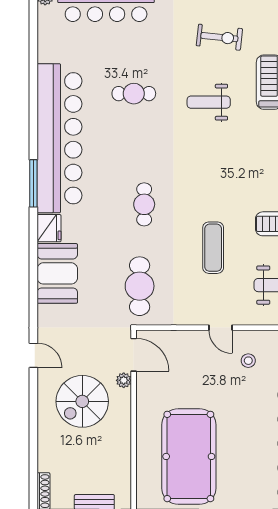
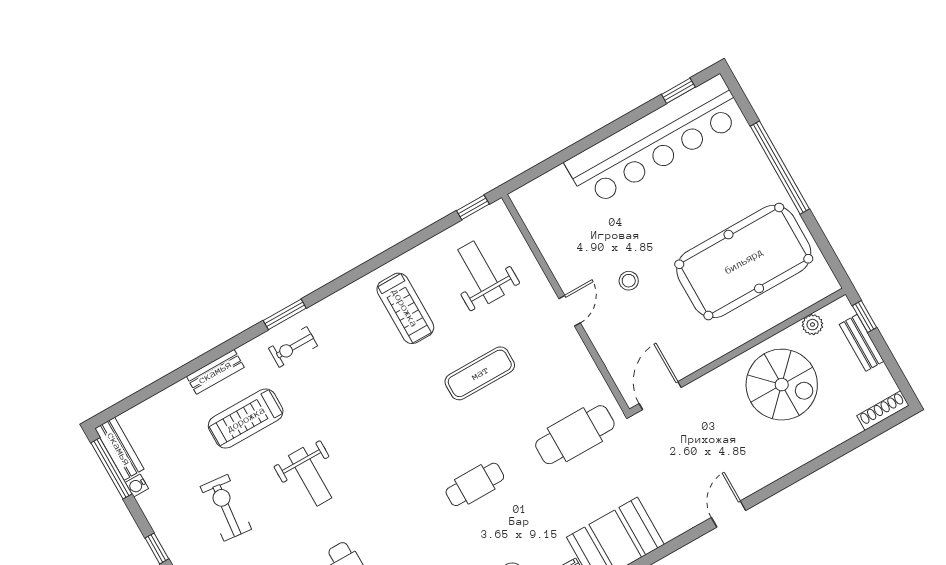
stool: (248, 361) -> (629, 281), moved
plant: (124, 380) -> (812, 325), moved
spiral stairs: (82, 401) -> (782, 385), moved

